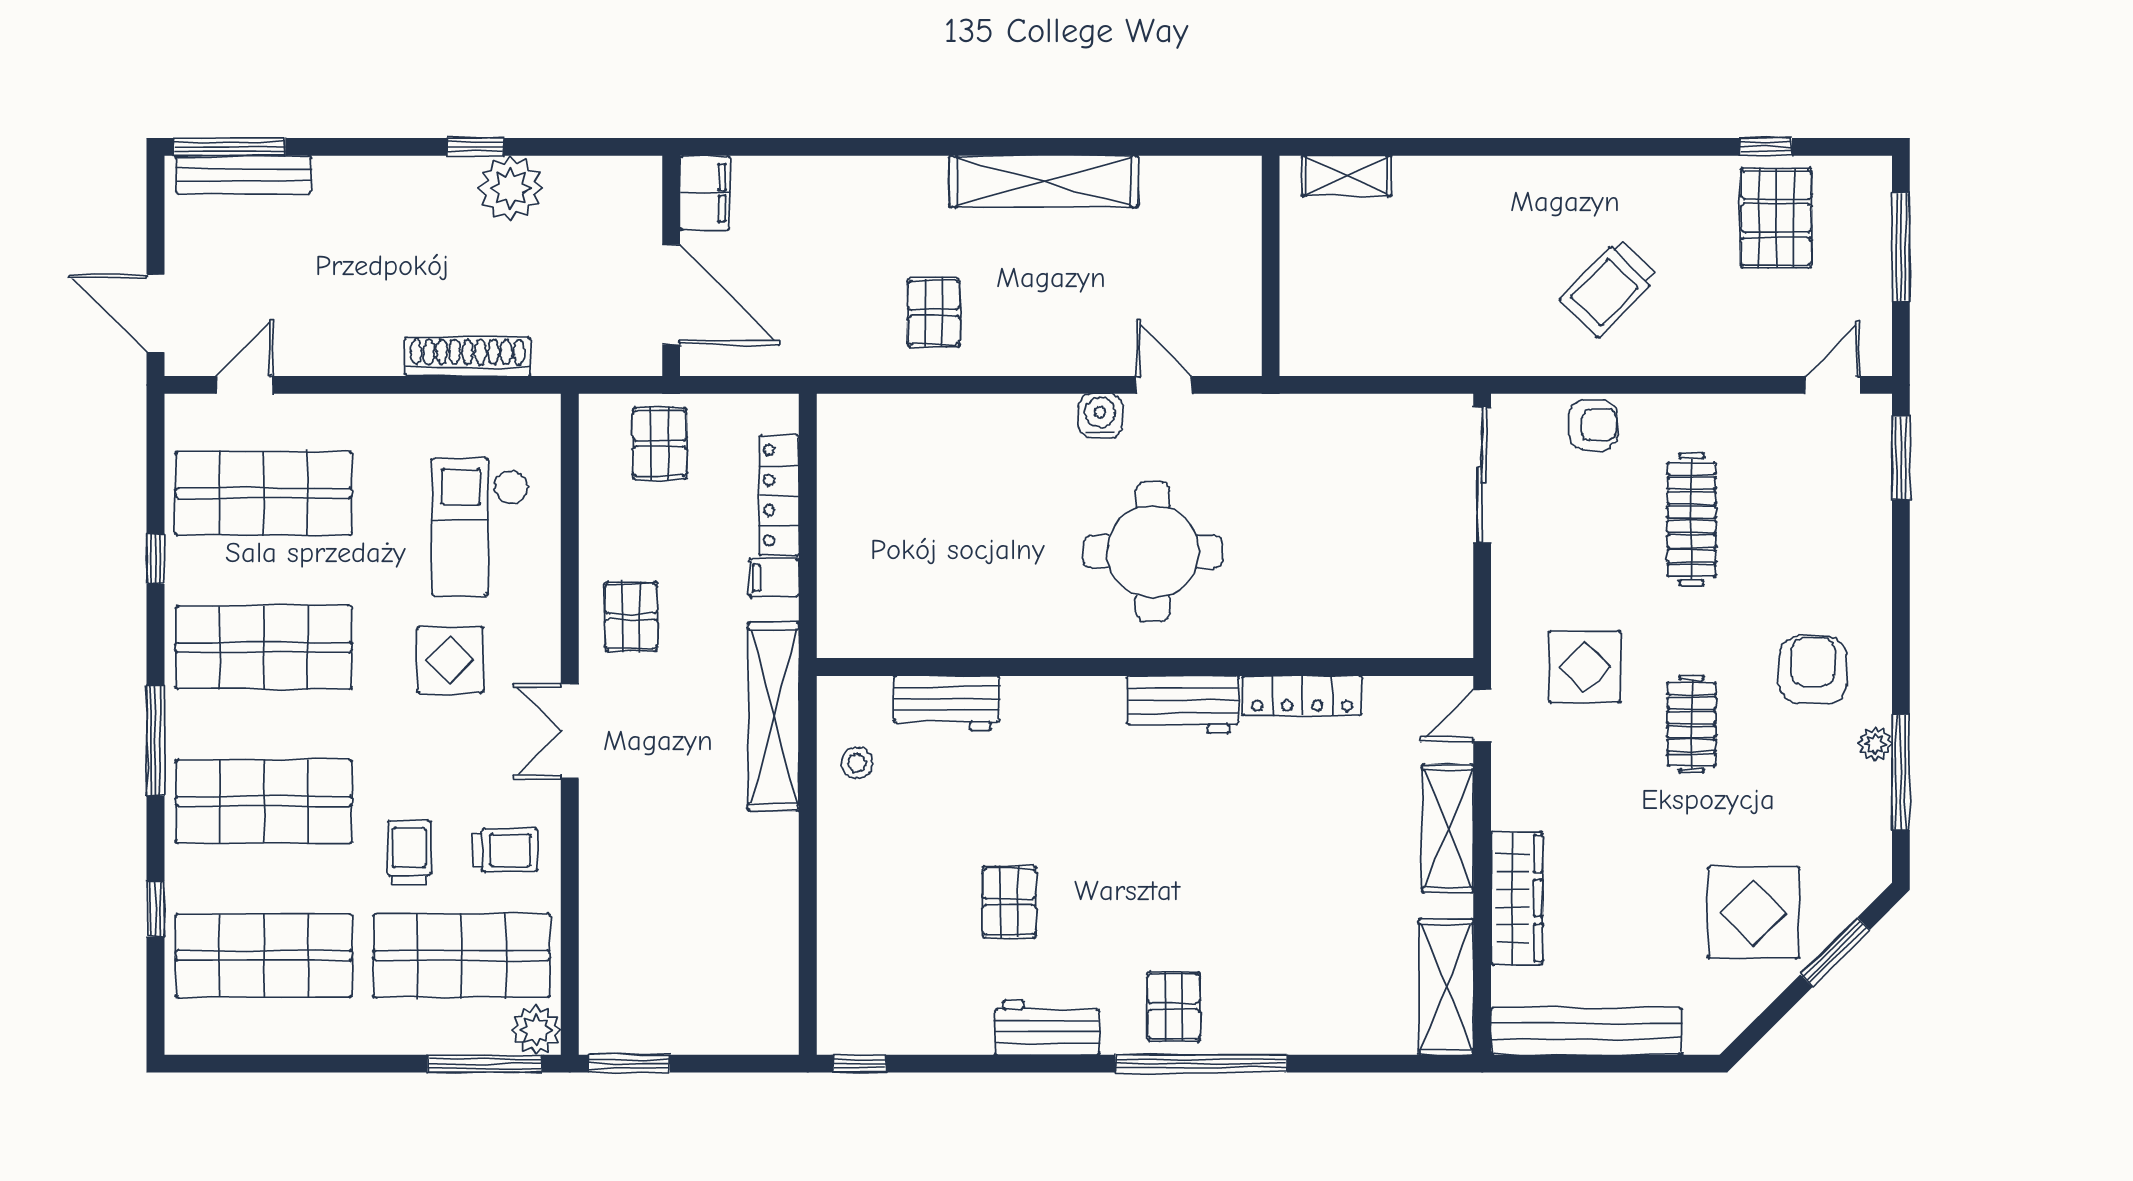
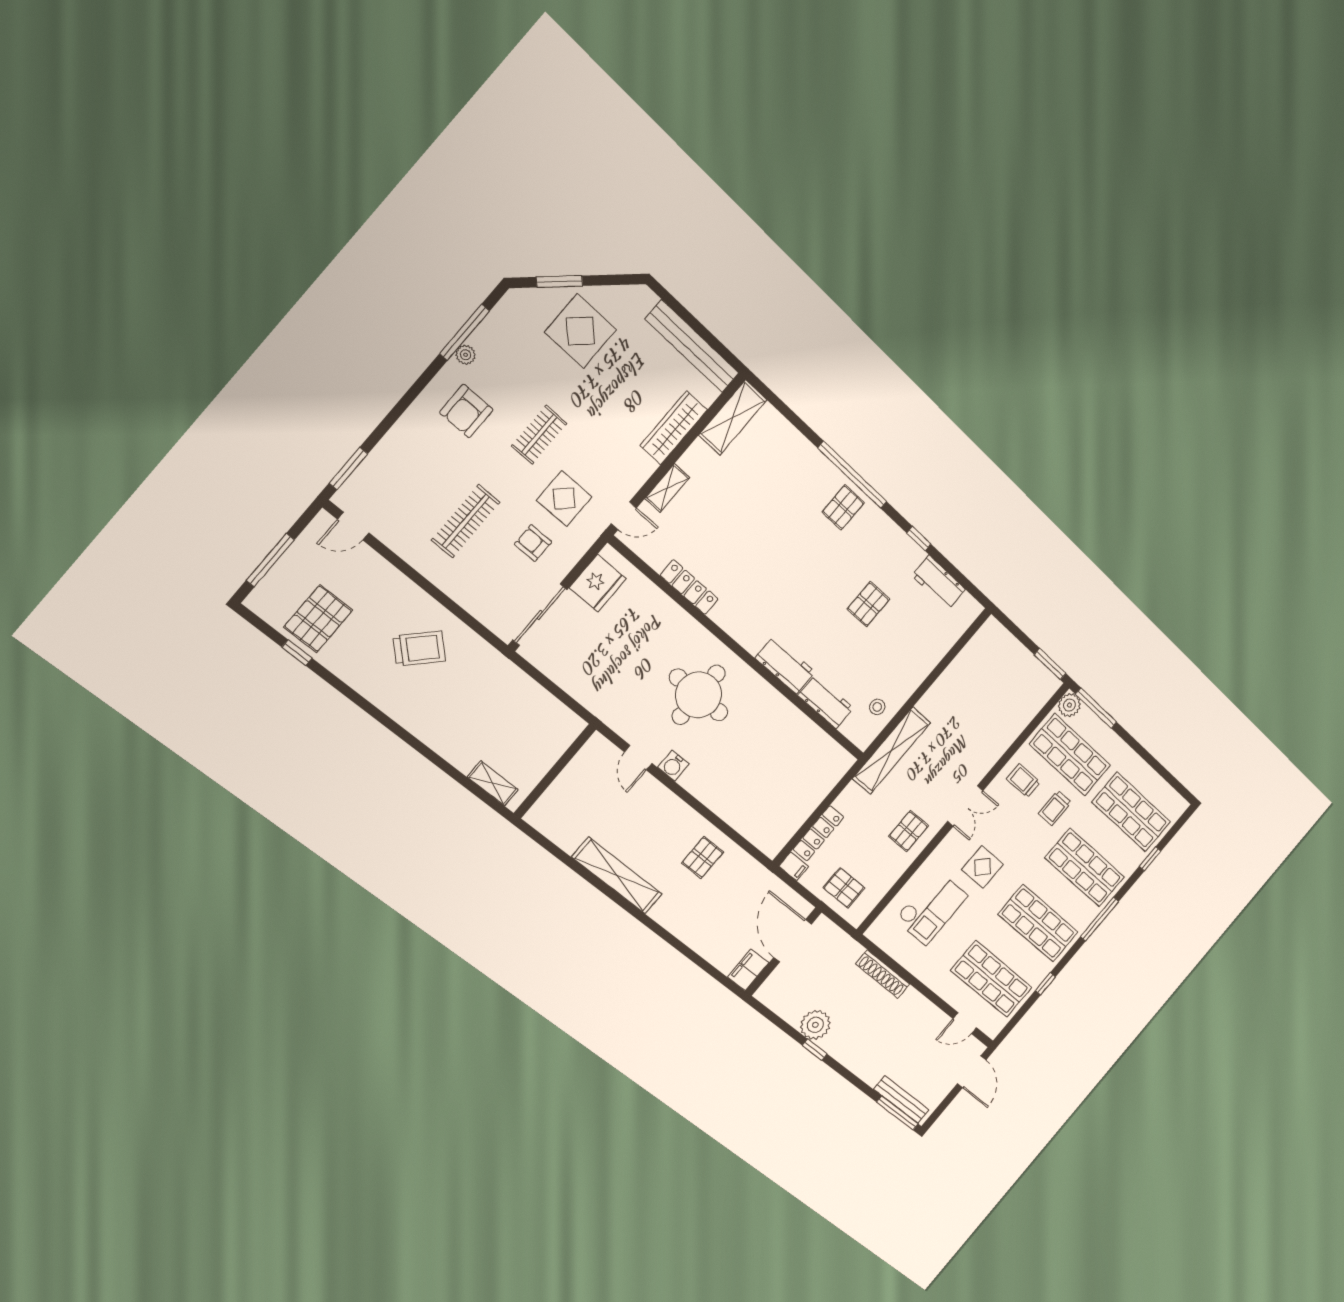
armchair: (1593, 425) -> (533, 543), moved
pallet: (660, 443) -> (844, 888), turned 90
filing cabinet: (774, 578) -> (794, 866), moved
fridge: (1439, 589) -> (598, 583), added
workbench: (1183, 705) -> (785, 665), moved
shelving: (1448, 829) -> (667, 488), width x0.67, depth x0.75
workbench: (1047, 1028) -> (939, 583), moved
window: (860, 1064) -> (919, 538), moved

